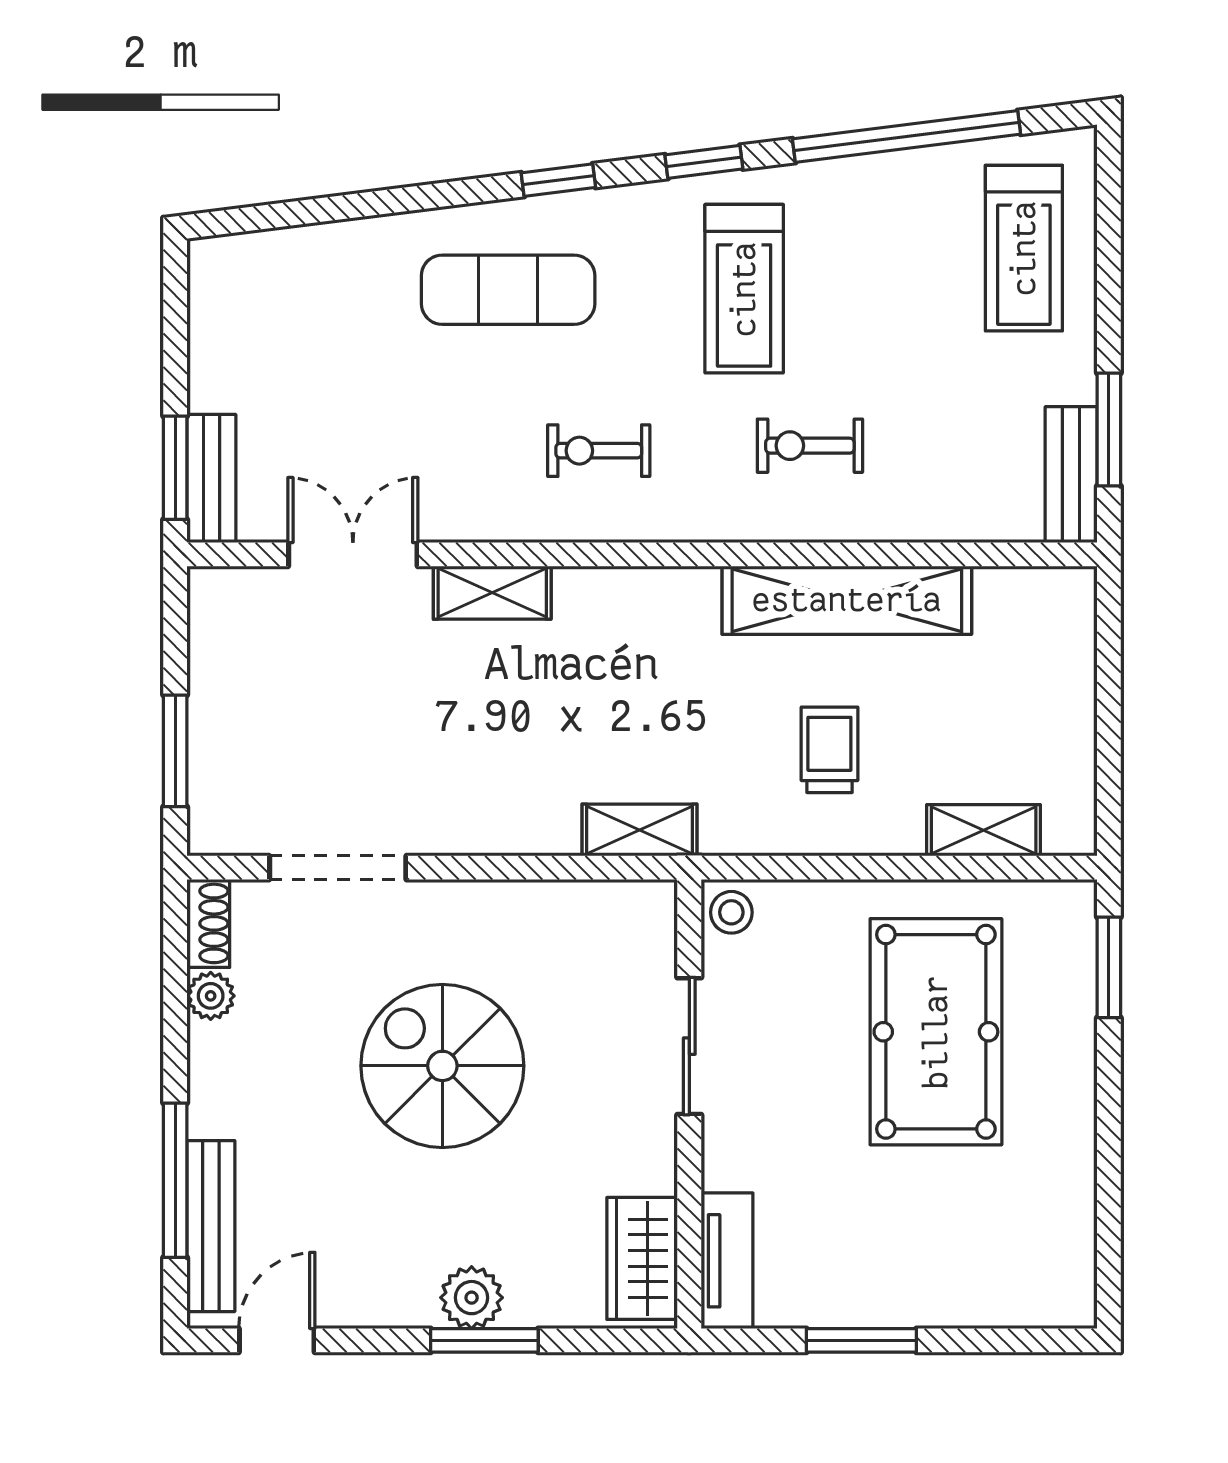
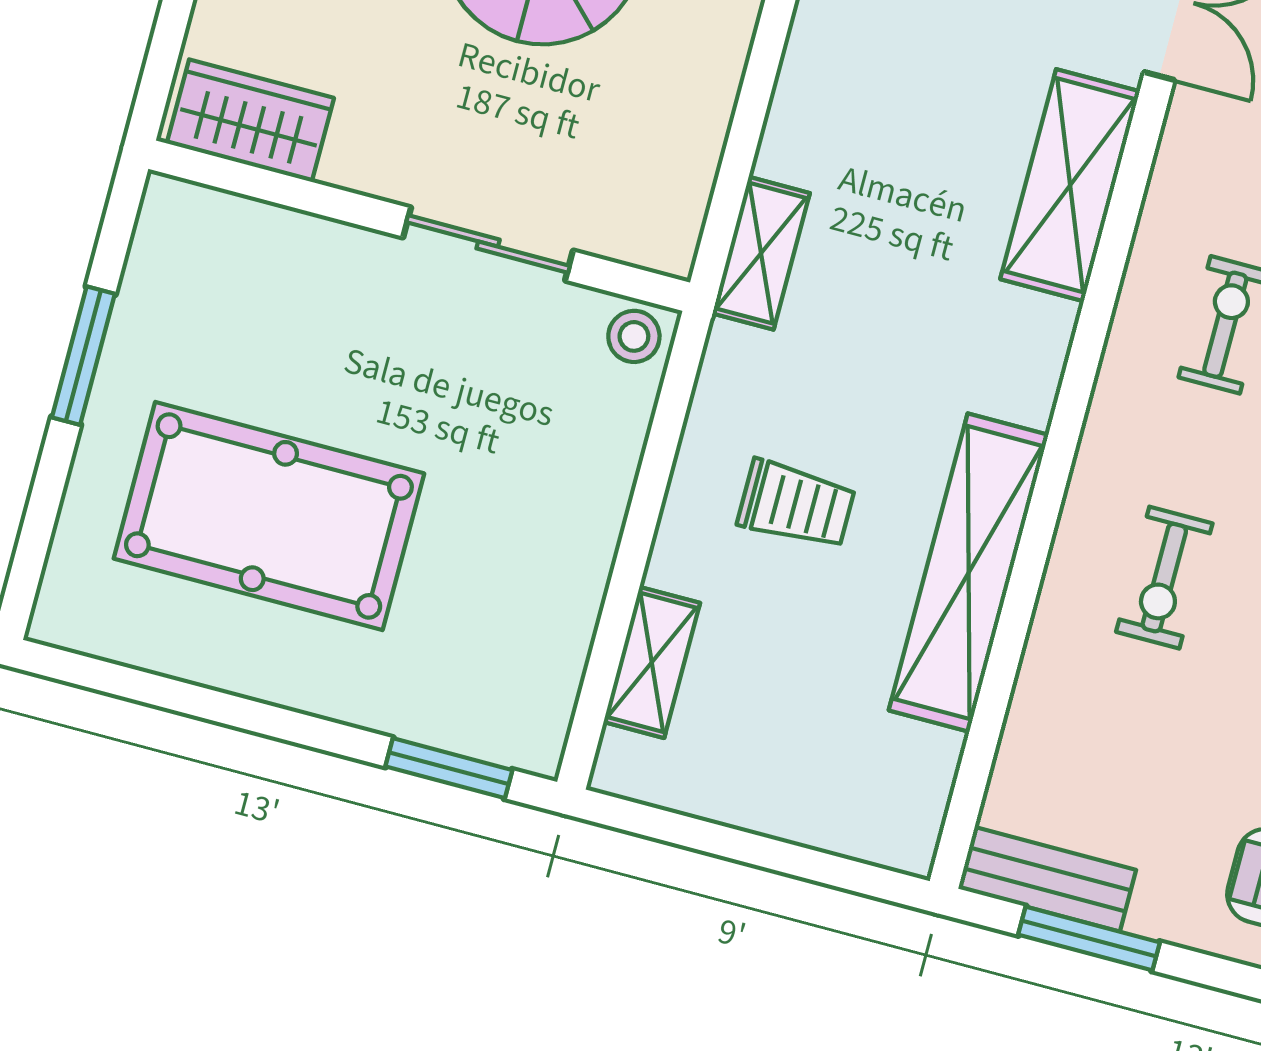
exercise bike: (810, 446) -> (1164, 578), turned 180
shelving: (492, 593) -> (1070, 185), width x1.50, depth x1.33
pool table: (936, 1032) -> (269, 516), moved
tv unit: (727, 1261) -> (221, 221), removed

